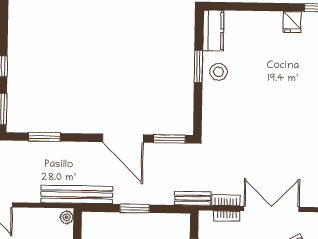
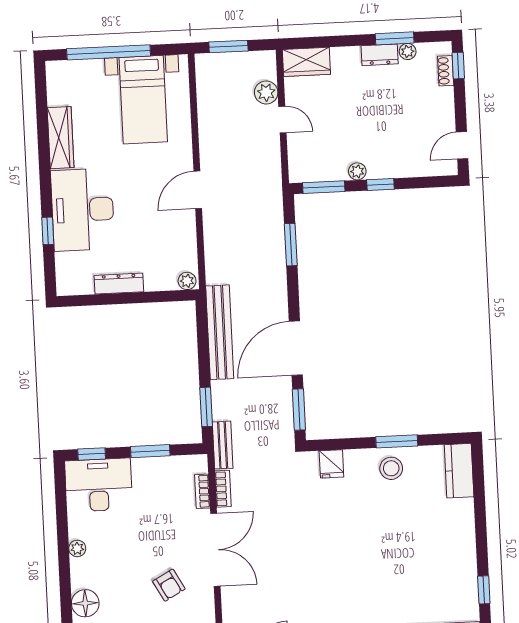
fridge: (292, 22) -> (331, 464), moved, turned -90
kitchen counter: (213, 31) -> (459, 471), moved, turned 90
bench: (77, 195) -> (220, 332), moved
window: (135, 208) -> (206, 407), moved

